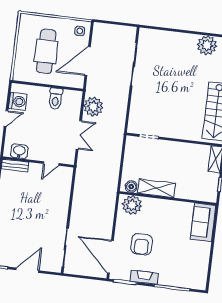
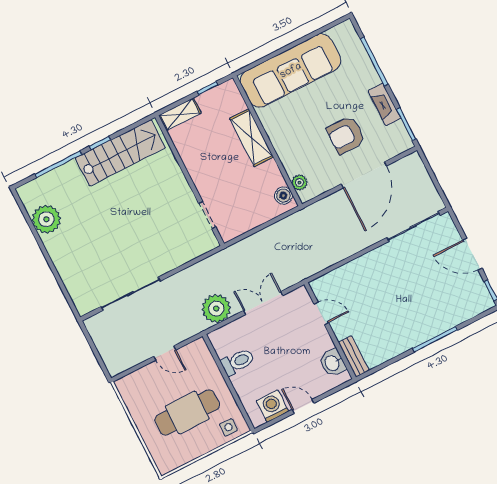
side table: (80, 31) -> (228, 427), moved
door: (88, 61) -> (165, 353), width x0.53
shelving: (156, 188) -> (252, 138), moved
plant: (132, 205) -> (299, 182), width x0.53, depth x0.53
sofa: (203, 222) -> (291, 71), width x1.85, depth x1.27
armchair: (142, 244) -> (346, 135), turned 180
door: (110, 257) -> (364, 175), moved

